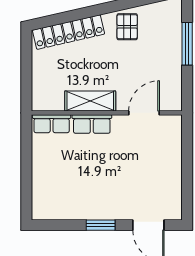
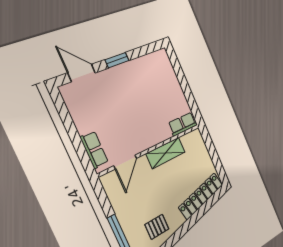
pallet: (127, 27) -> (157, 227), moved, turned 90
row of seats: (92, 124) -> (94, 150), moved, turned 90

